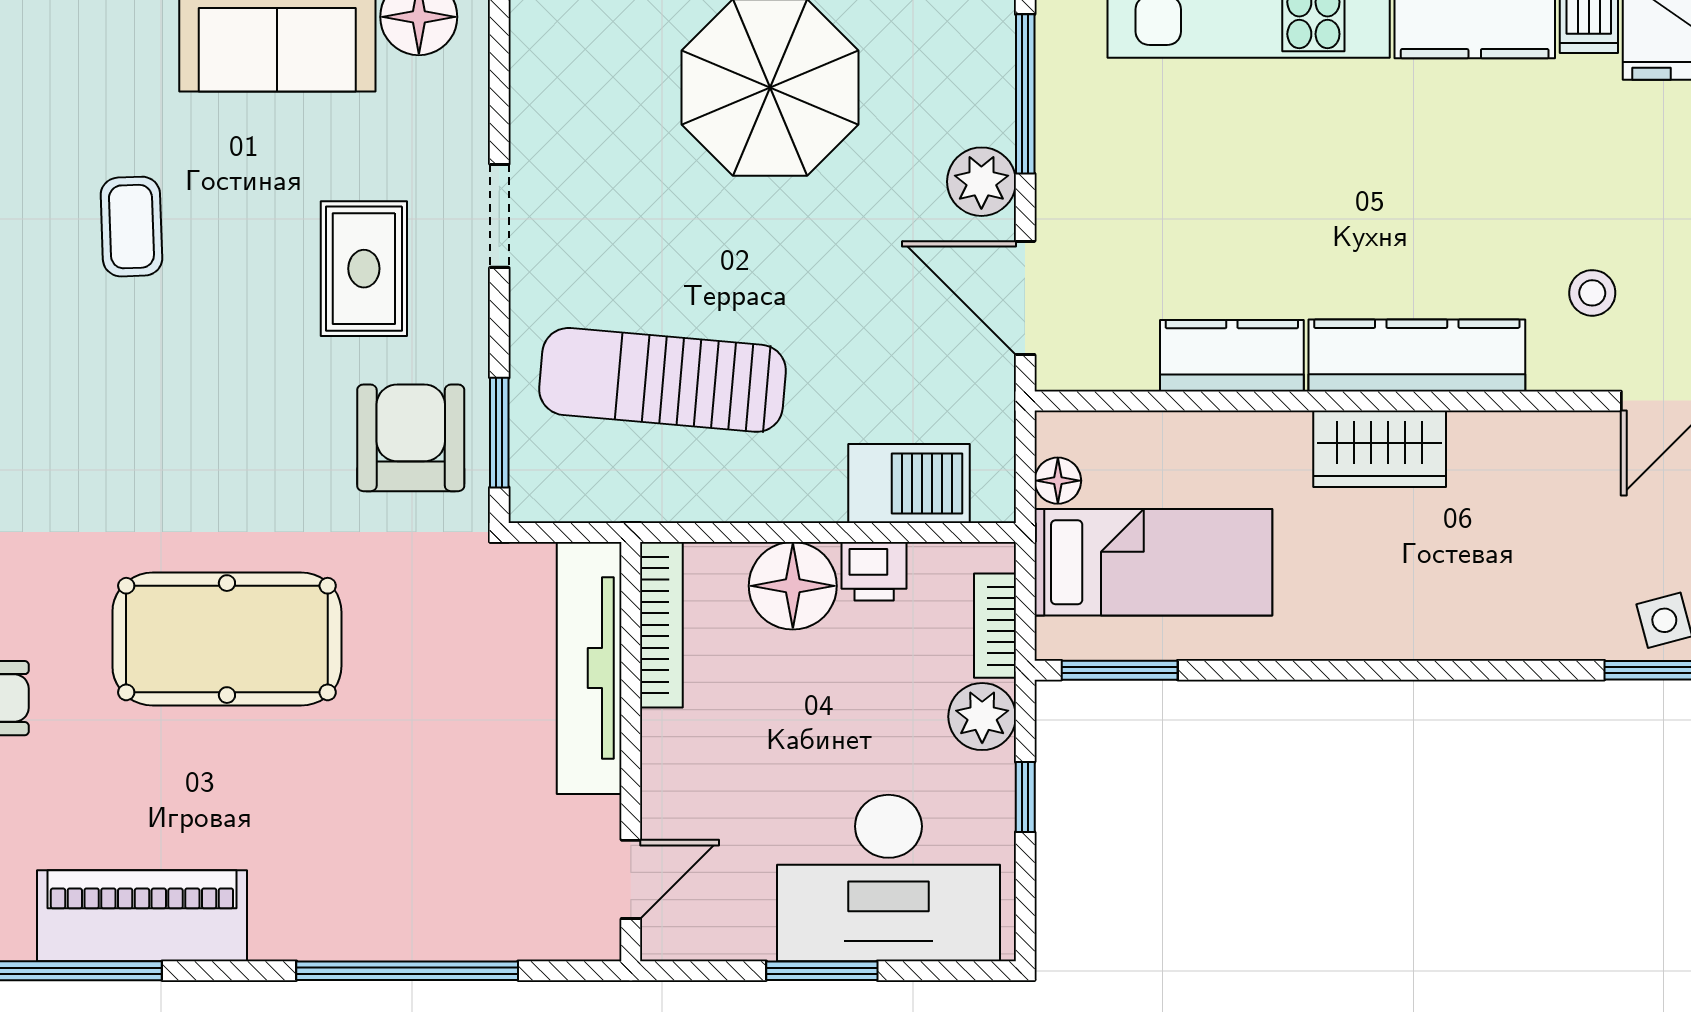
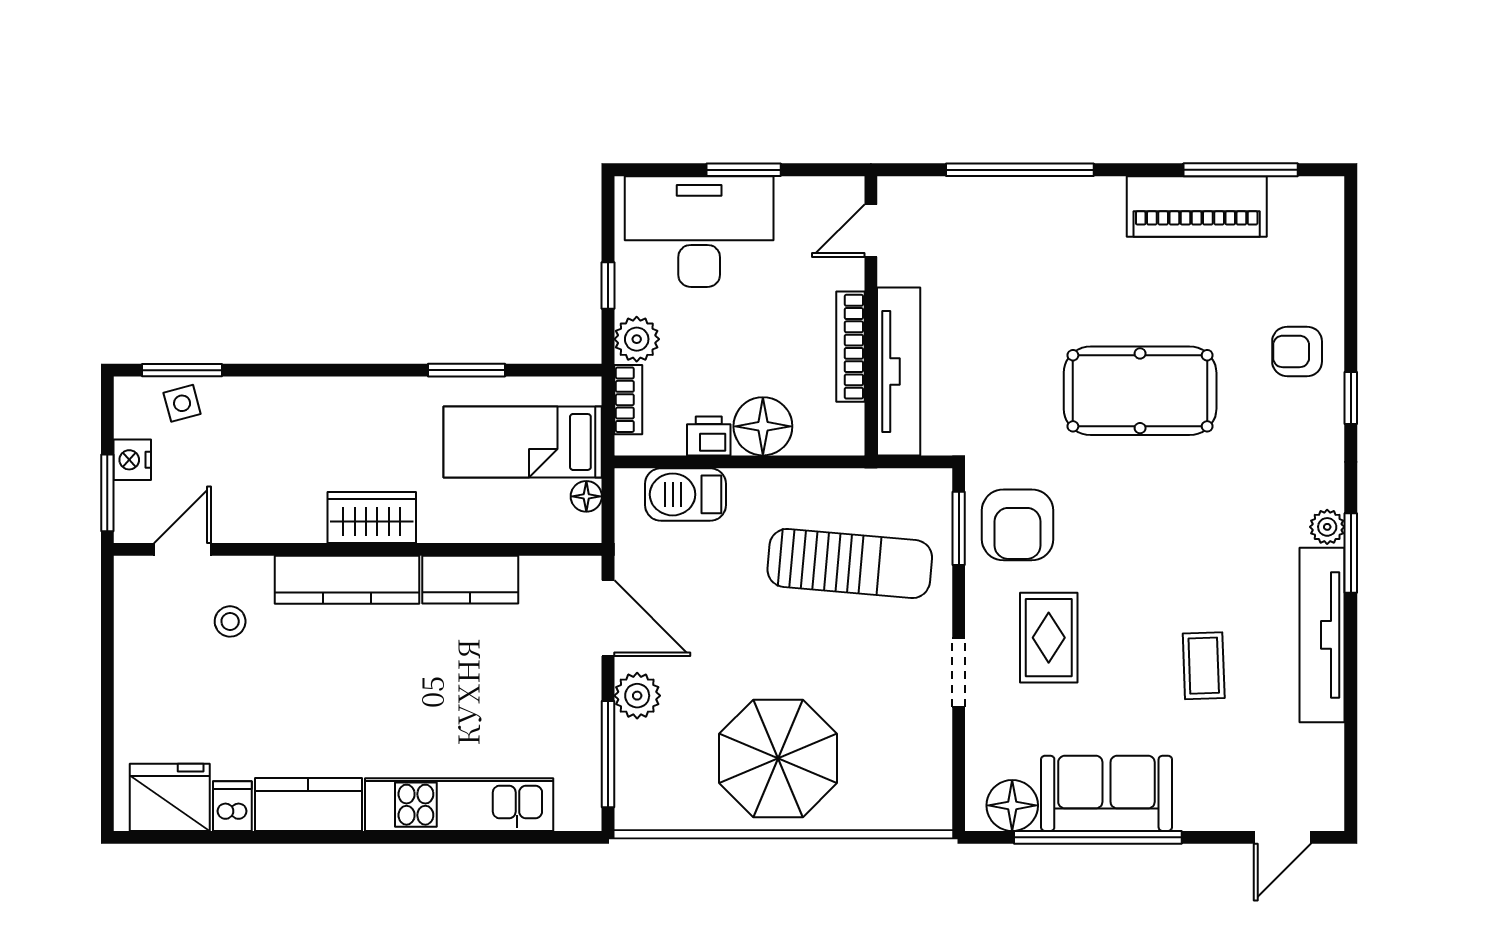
bookcase: (661, 625) -> (850, 347), moved
window: (1120, 670) -> (467, 370), moved

